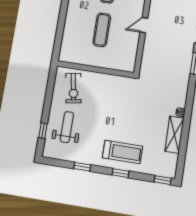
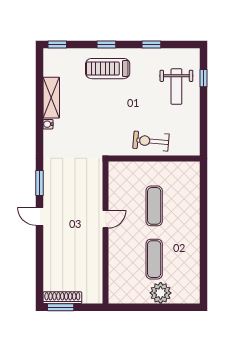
exercise bike: (73, 88) -> (151, 141), moved, turned -75

